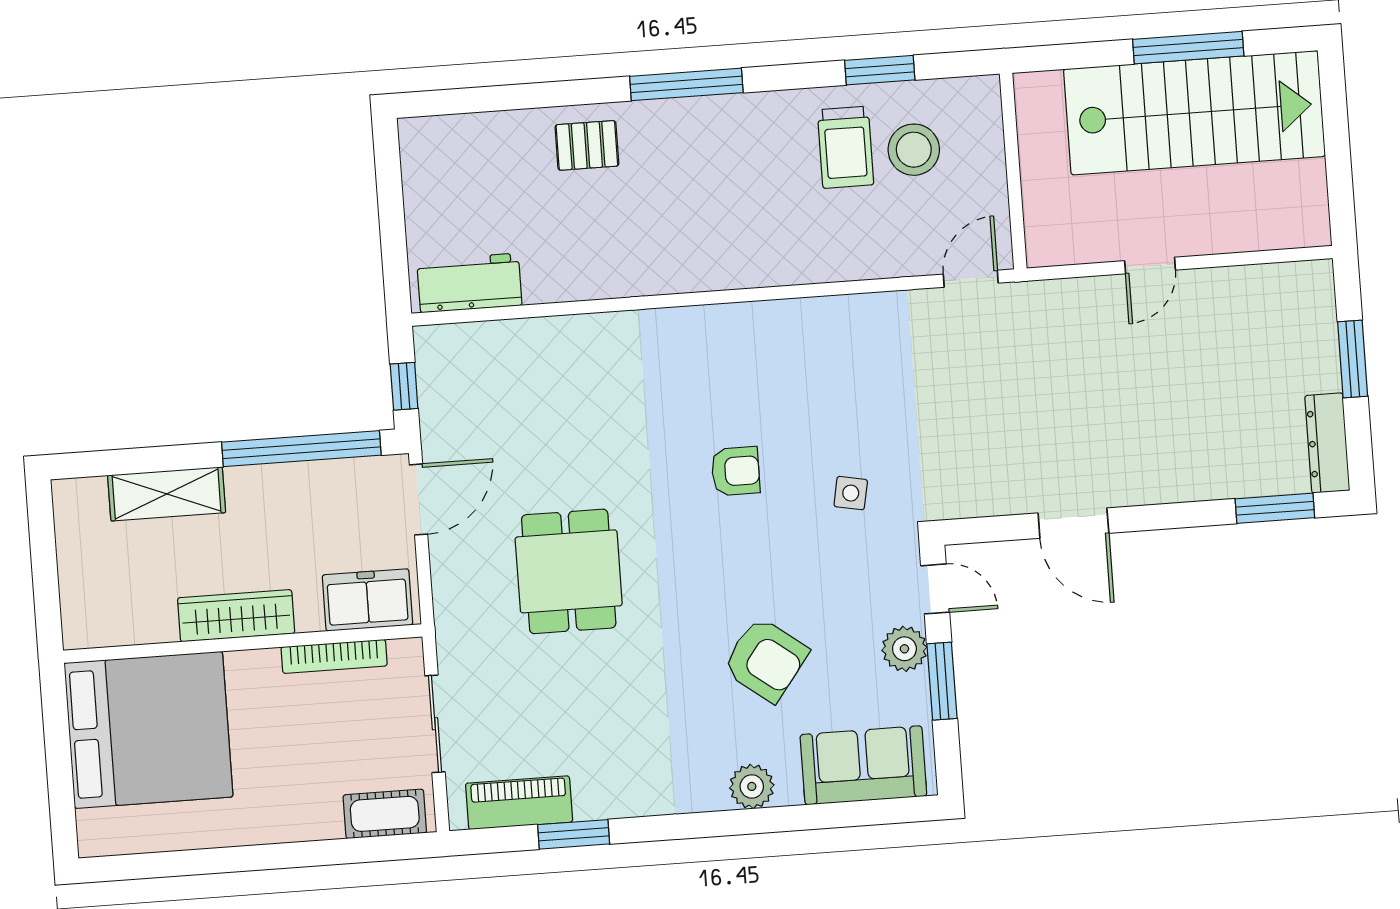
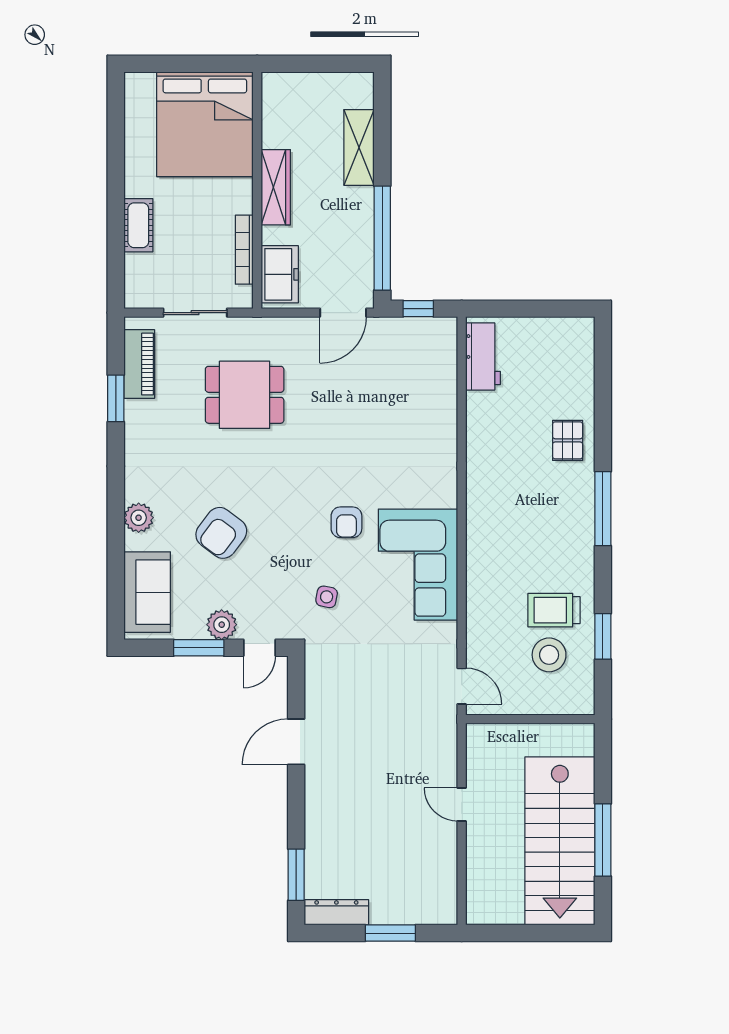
corner sofa: (792, 358) -> (418, 565), added
door: (419, 499) -> (343, 313), hinge flipped
dining table: (569, 571) -> (245, 395), moved
cot: (385, 814) -> (138, 225), moved

